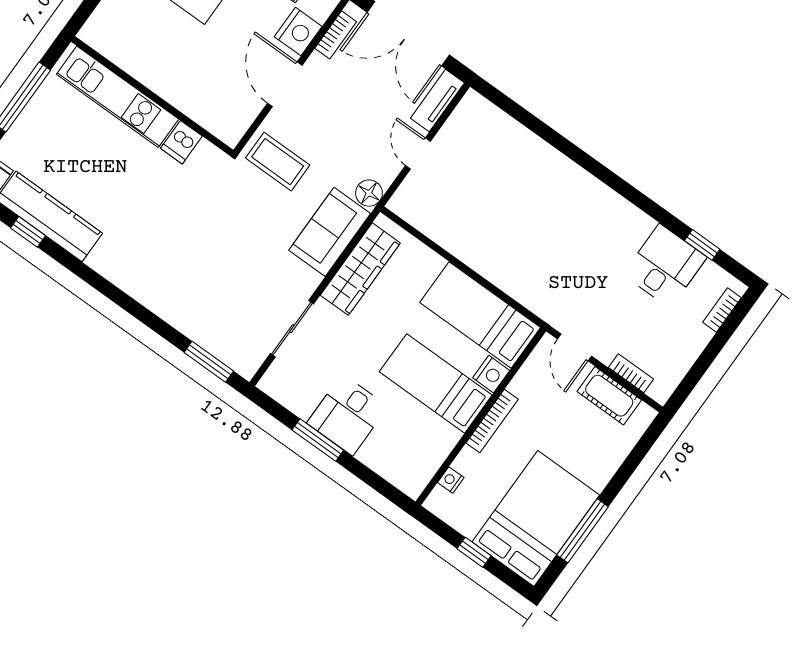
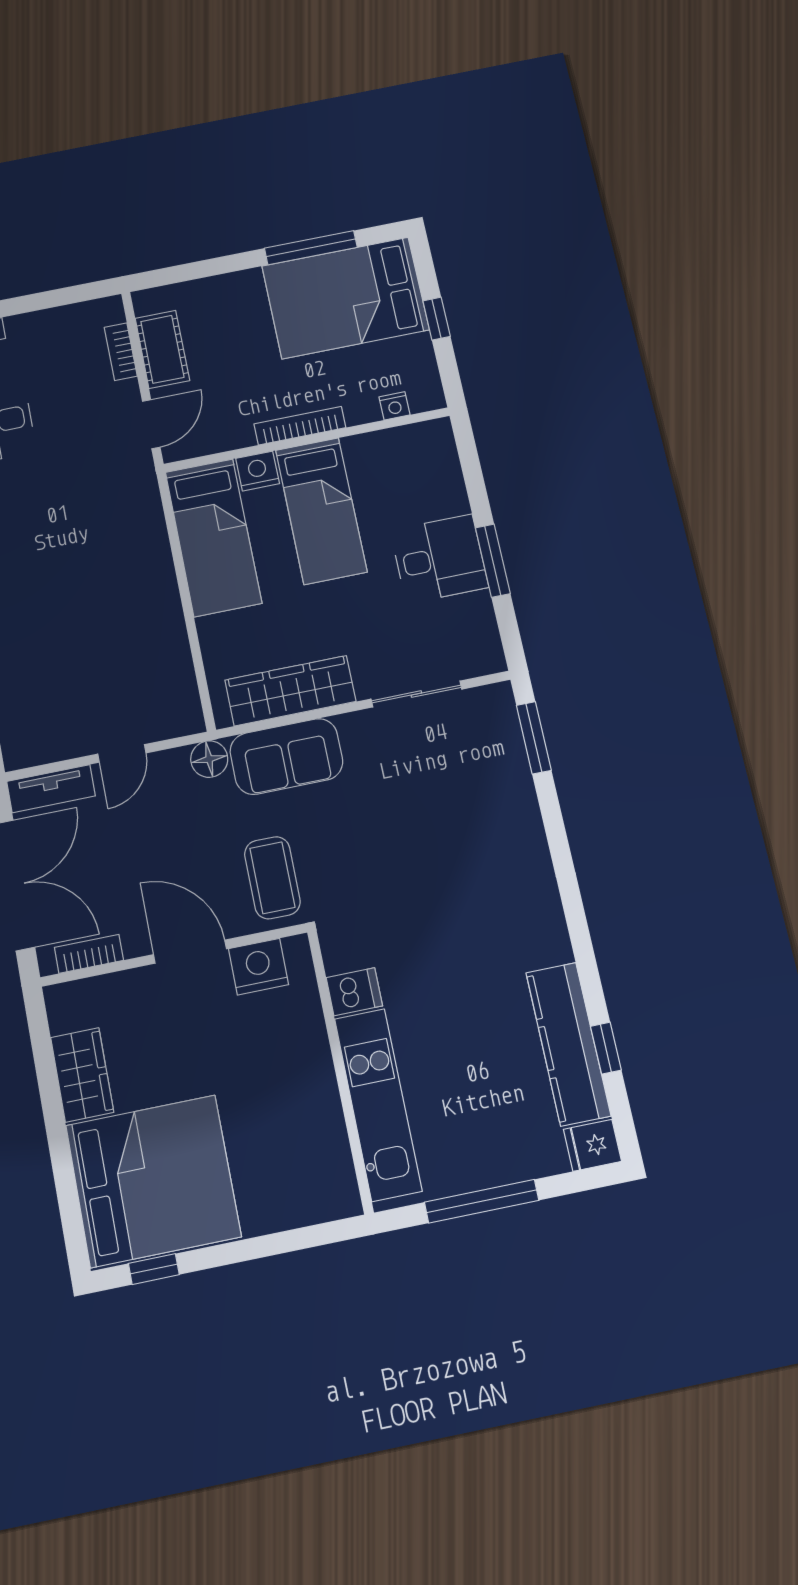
nightstand: (298, 32) -> (258, 967), moved
door: (285, 84) -> (190, 952), swing flipped

